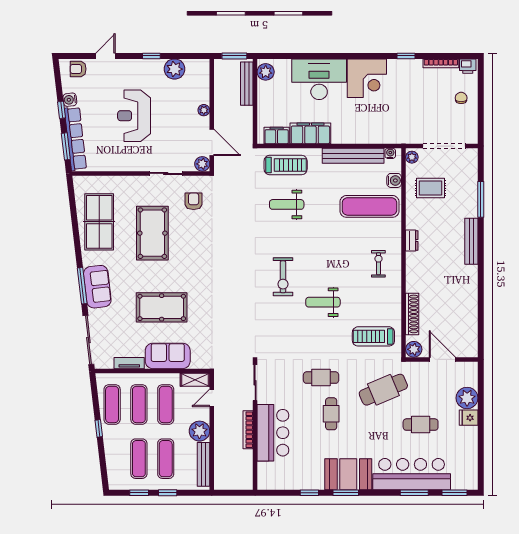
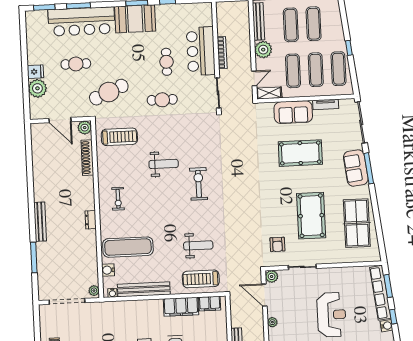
rug: (431, 188) -> (77, 265), removed
cafe table: (331, 414) -> (166, 62), moved

